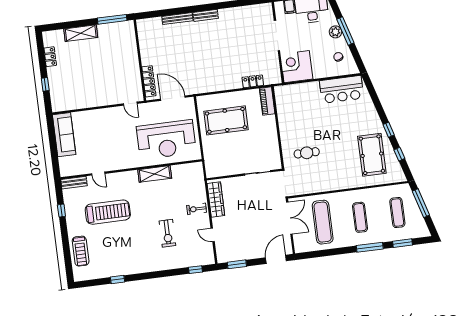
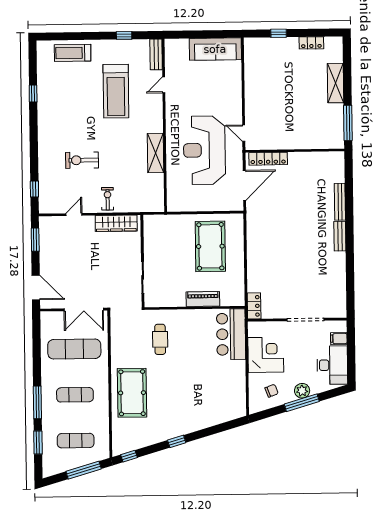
corner desk: (297, 67) -> (266, 355), moved
locker: (253, 81) -> (254, 306), moved
bar counter: (342, 89) -> (231, 334), moved
piano: (267, 101) -> (203, 299), moved
door: (130, 104) -> (244, 133), hinge flipped
reception desk: (166, 140) -> (204, 150), moved
window: (399, 154) -> (129, 456), moved
pool table: (372, 155) -> (132, 393), moved, turned 90

